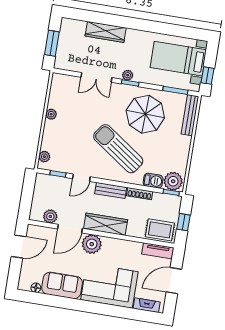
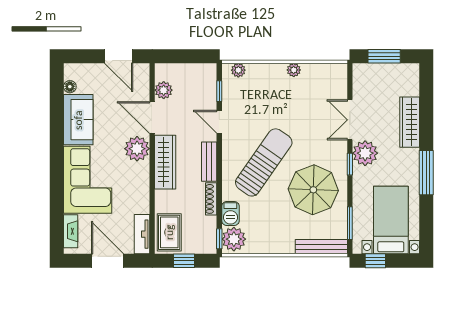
window: (146, 25) -> (426, 173), added
plant: (128, 75) -> (365, 153), width x1.88, depth x1.88

